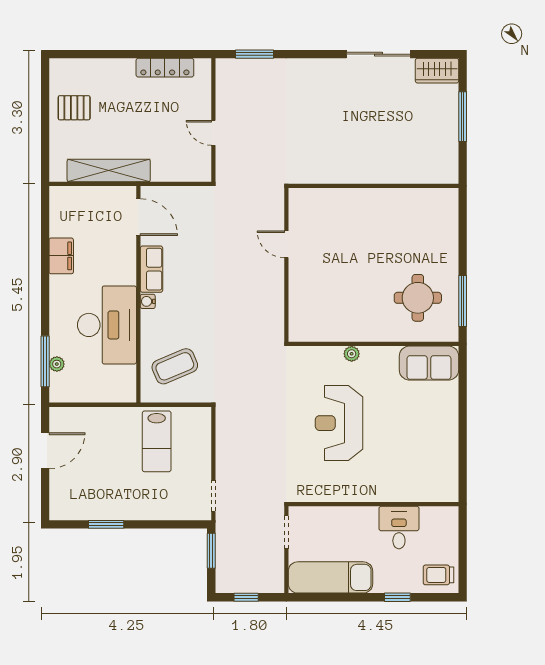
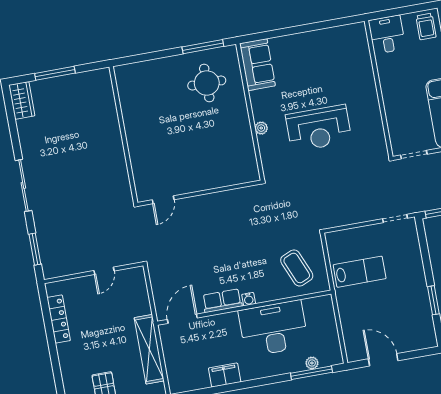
sliding door: (378, 54) -> (23, 185), moved
door: (286, 244) -> (163, 200), moved
desk: (399, 527) -> (387, 35), moved, turned 90

